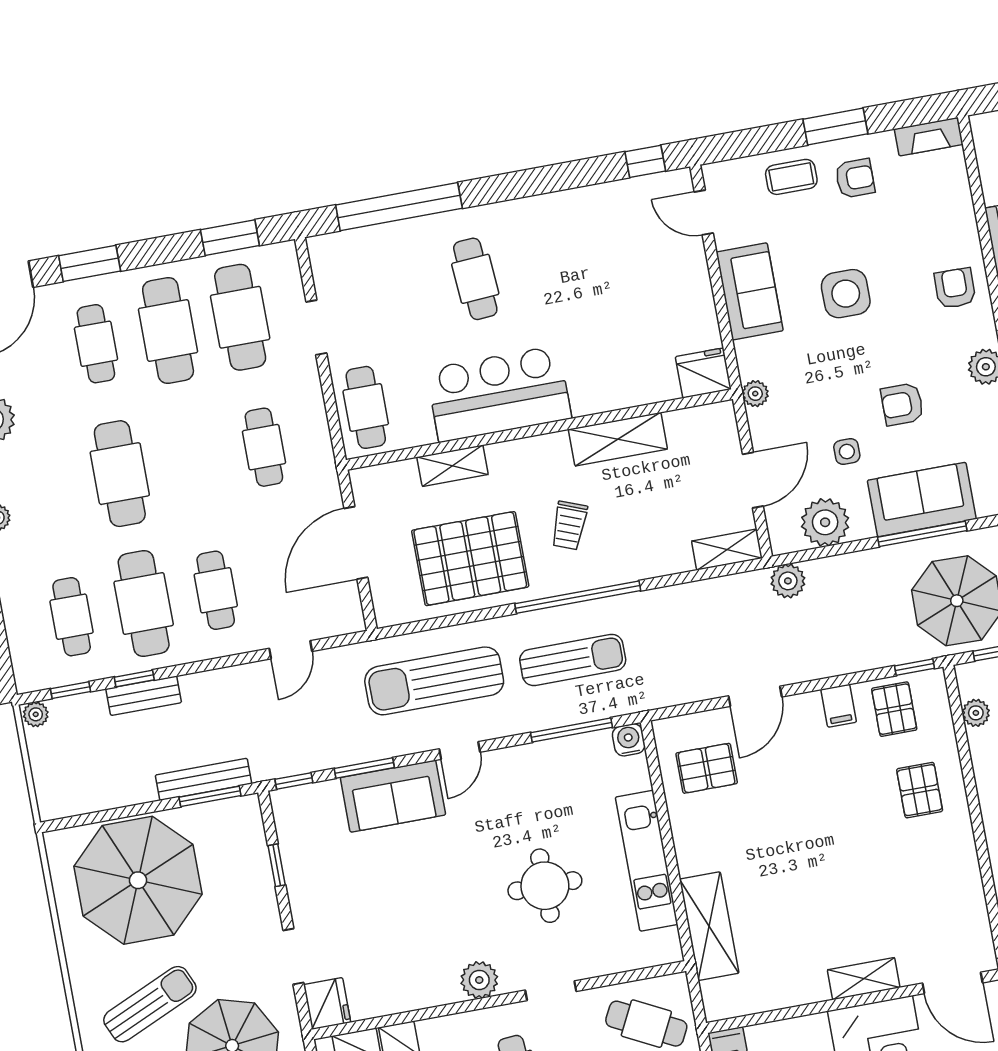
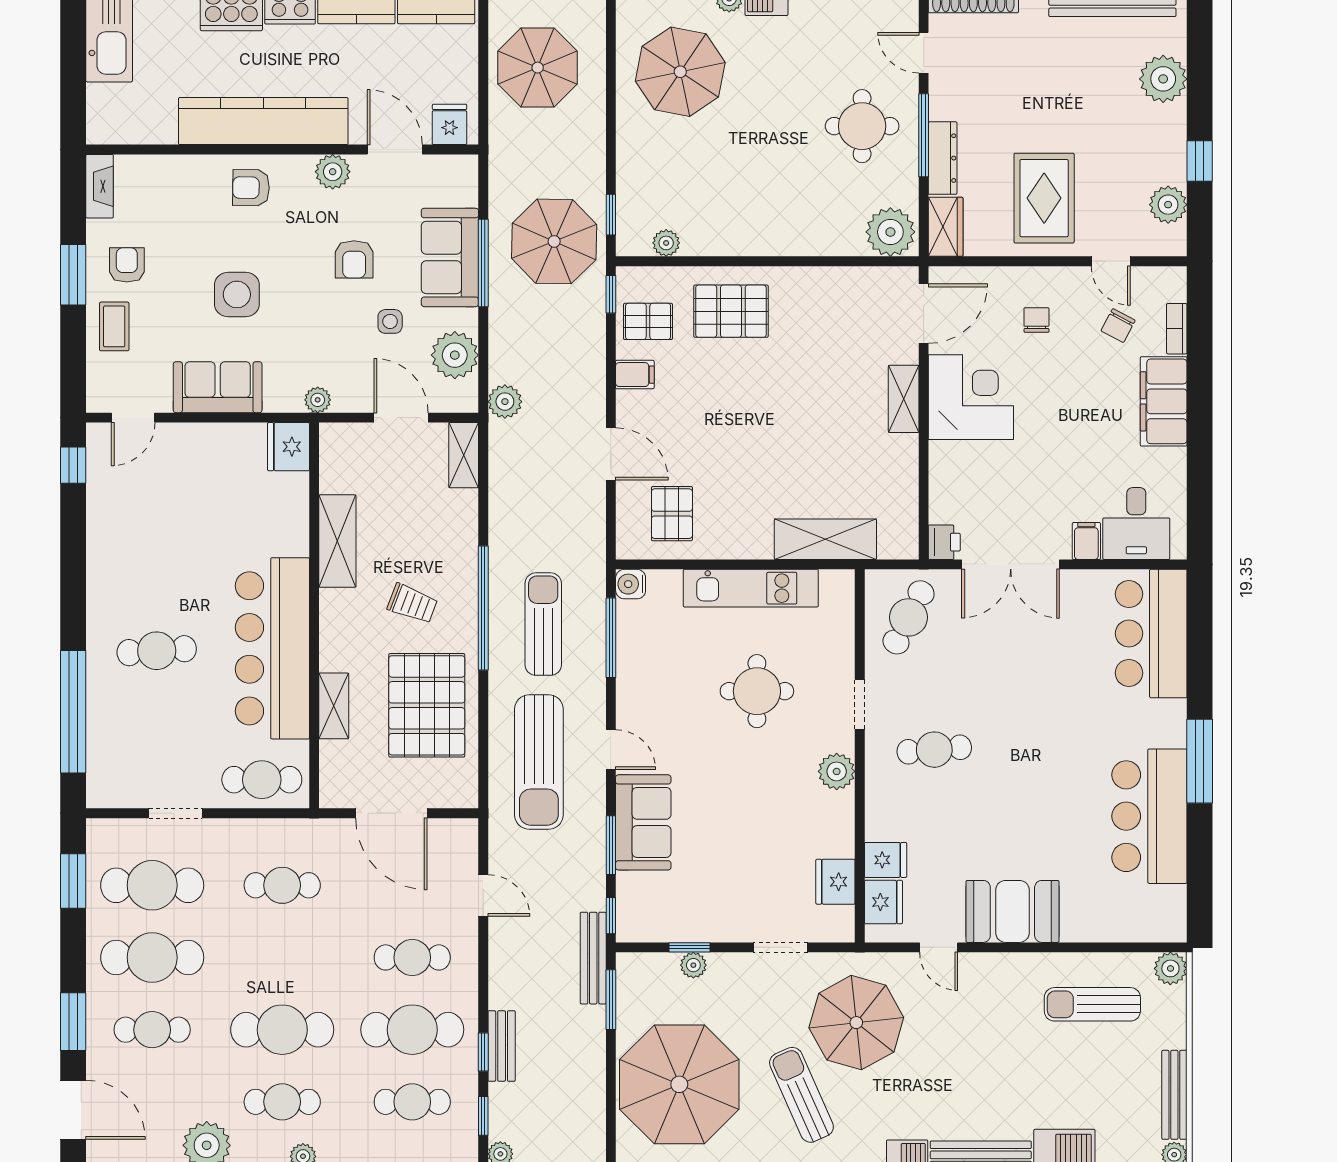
bar counter: (499, 394) -> (272, 648), width x1.36
cafe table: (48, 487) -> (282, 1102), added
bench: (203, 779) -> (593, 958), moved
pallet: (920, 790) -> (731, 311), width x1.50, depth x1.42
plant: (260, 872) -> (693, 965), added
fridge: (327, 1003) -> (835, 882), moved, turned -90

